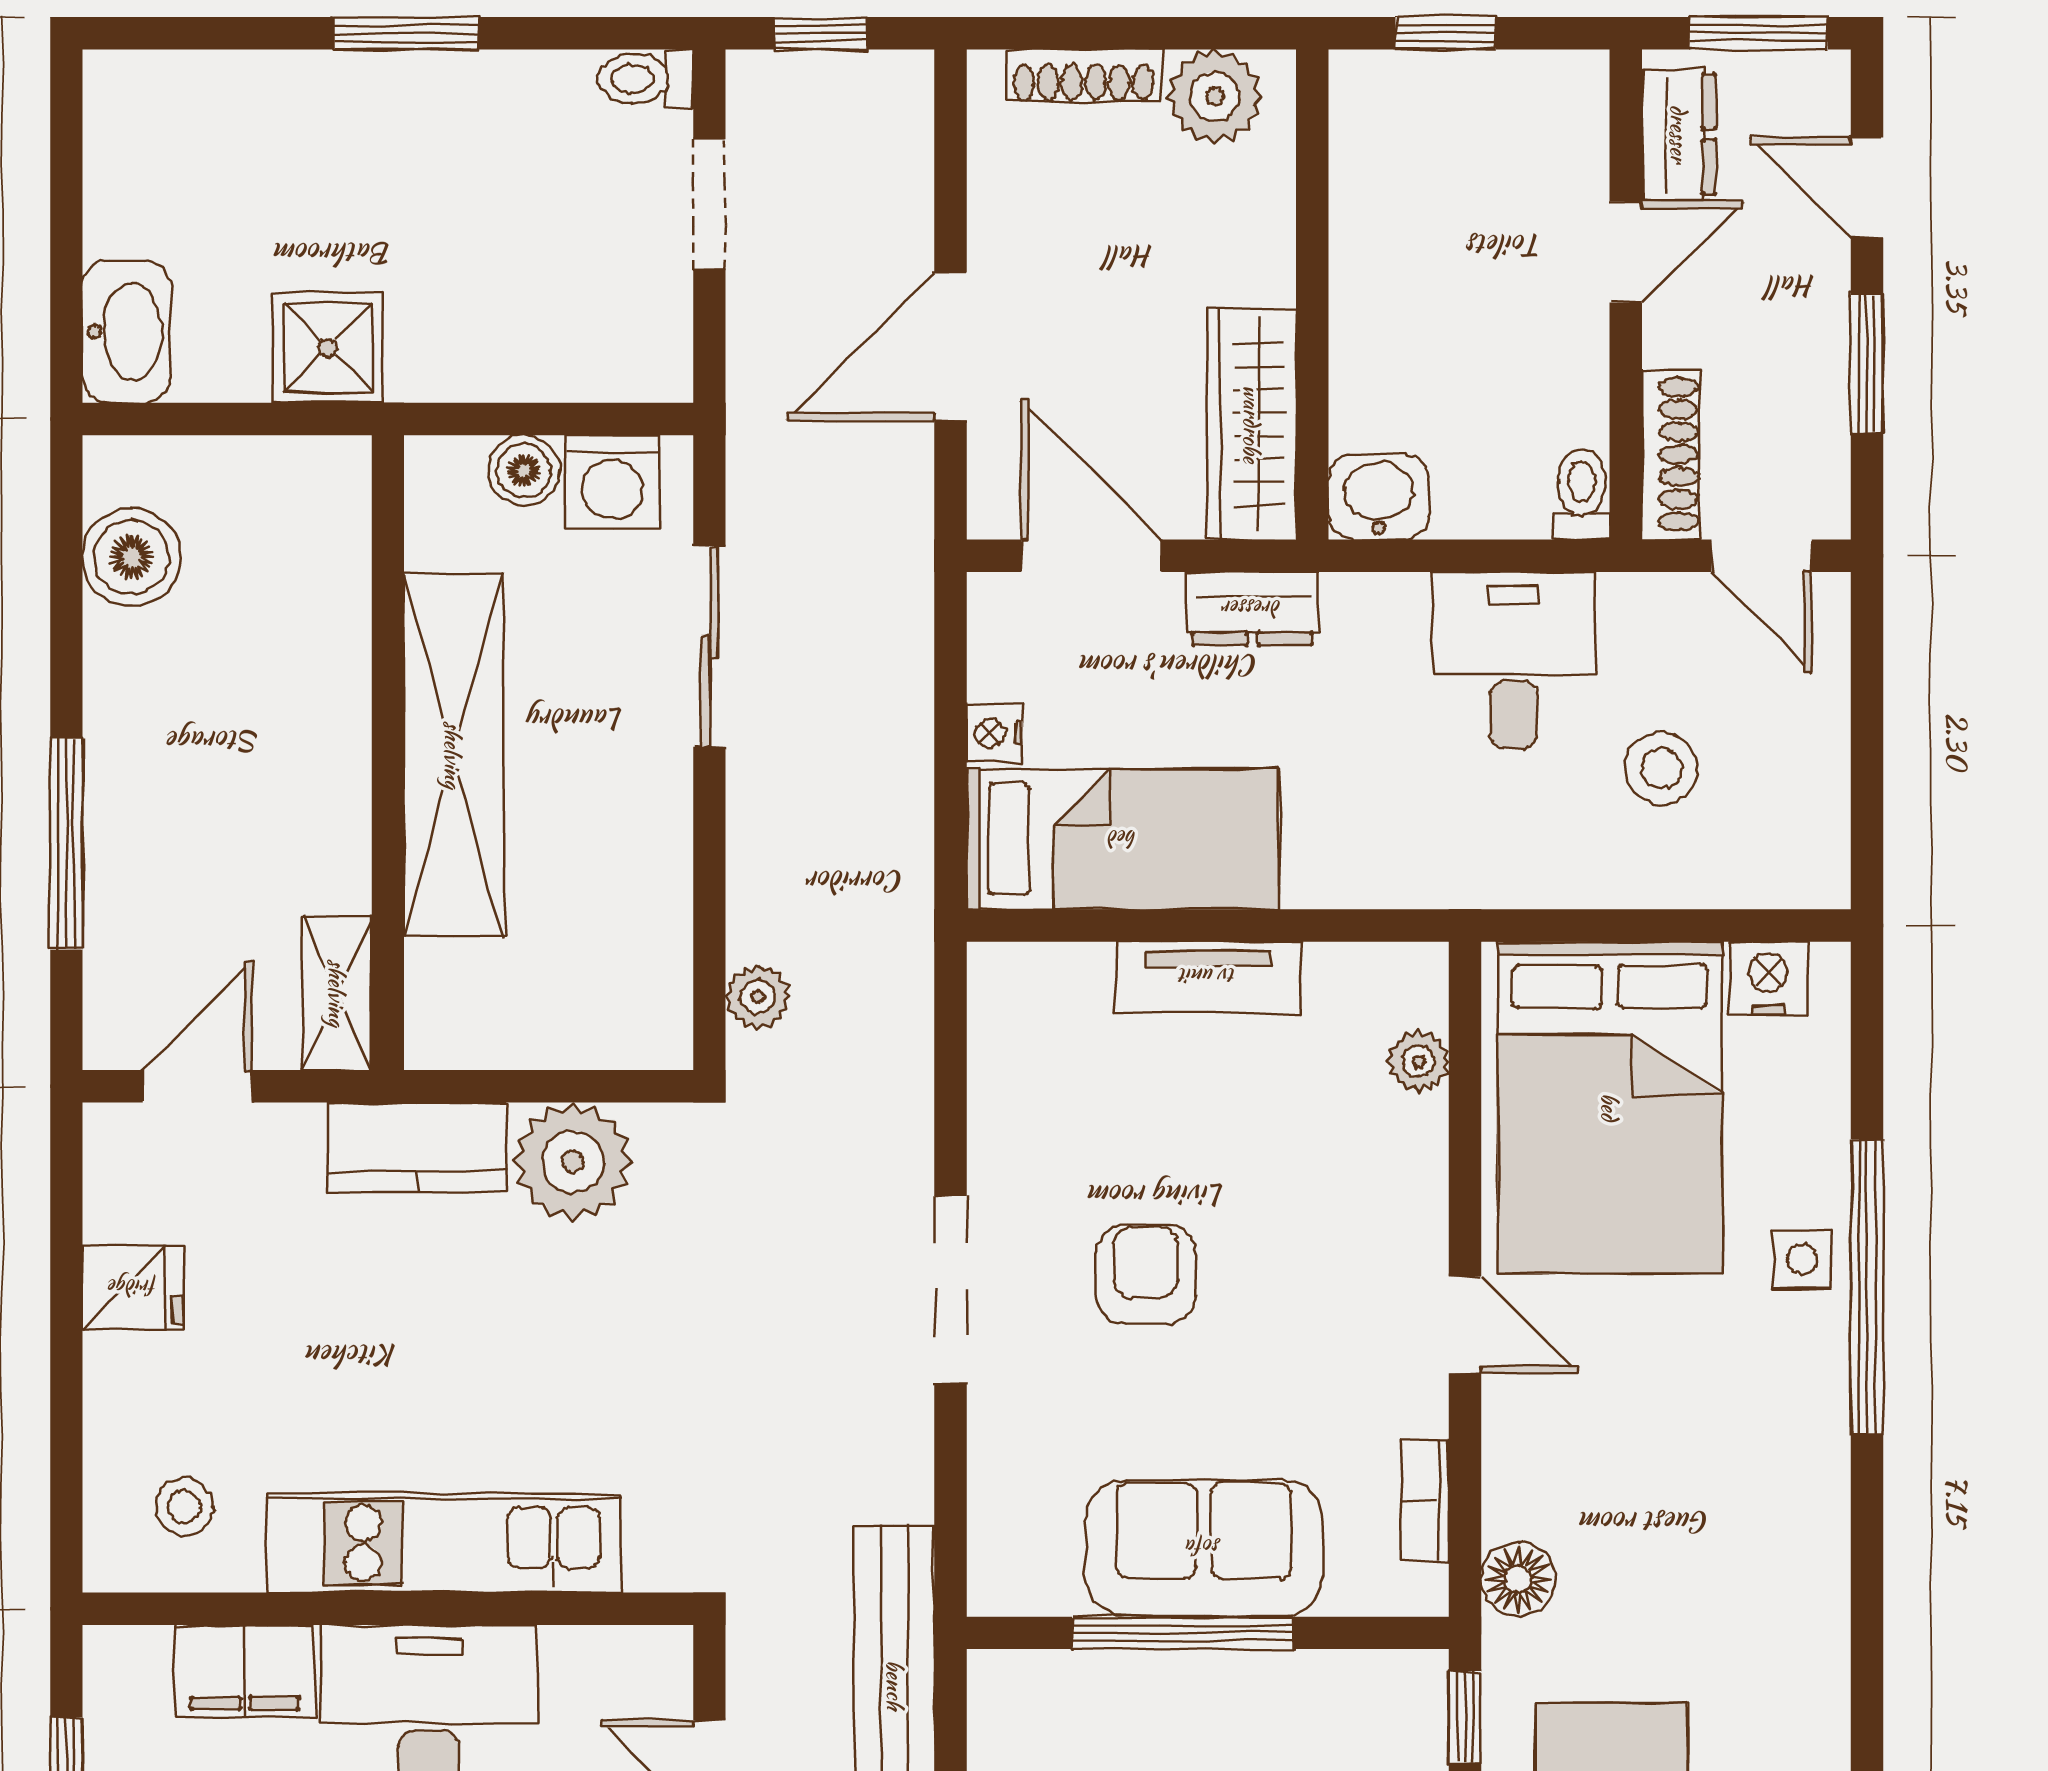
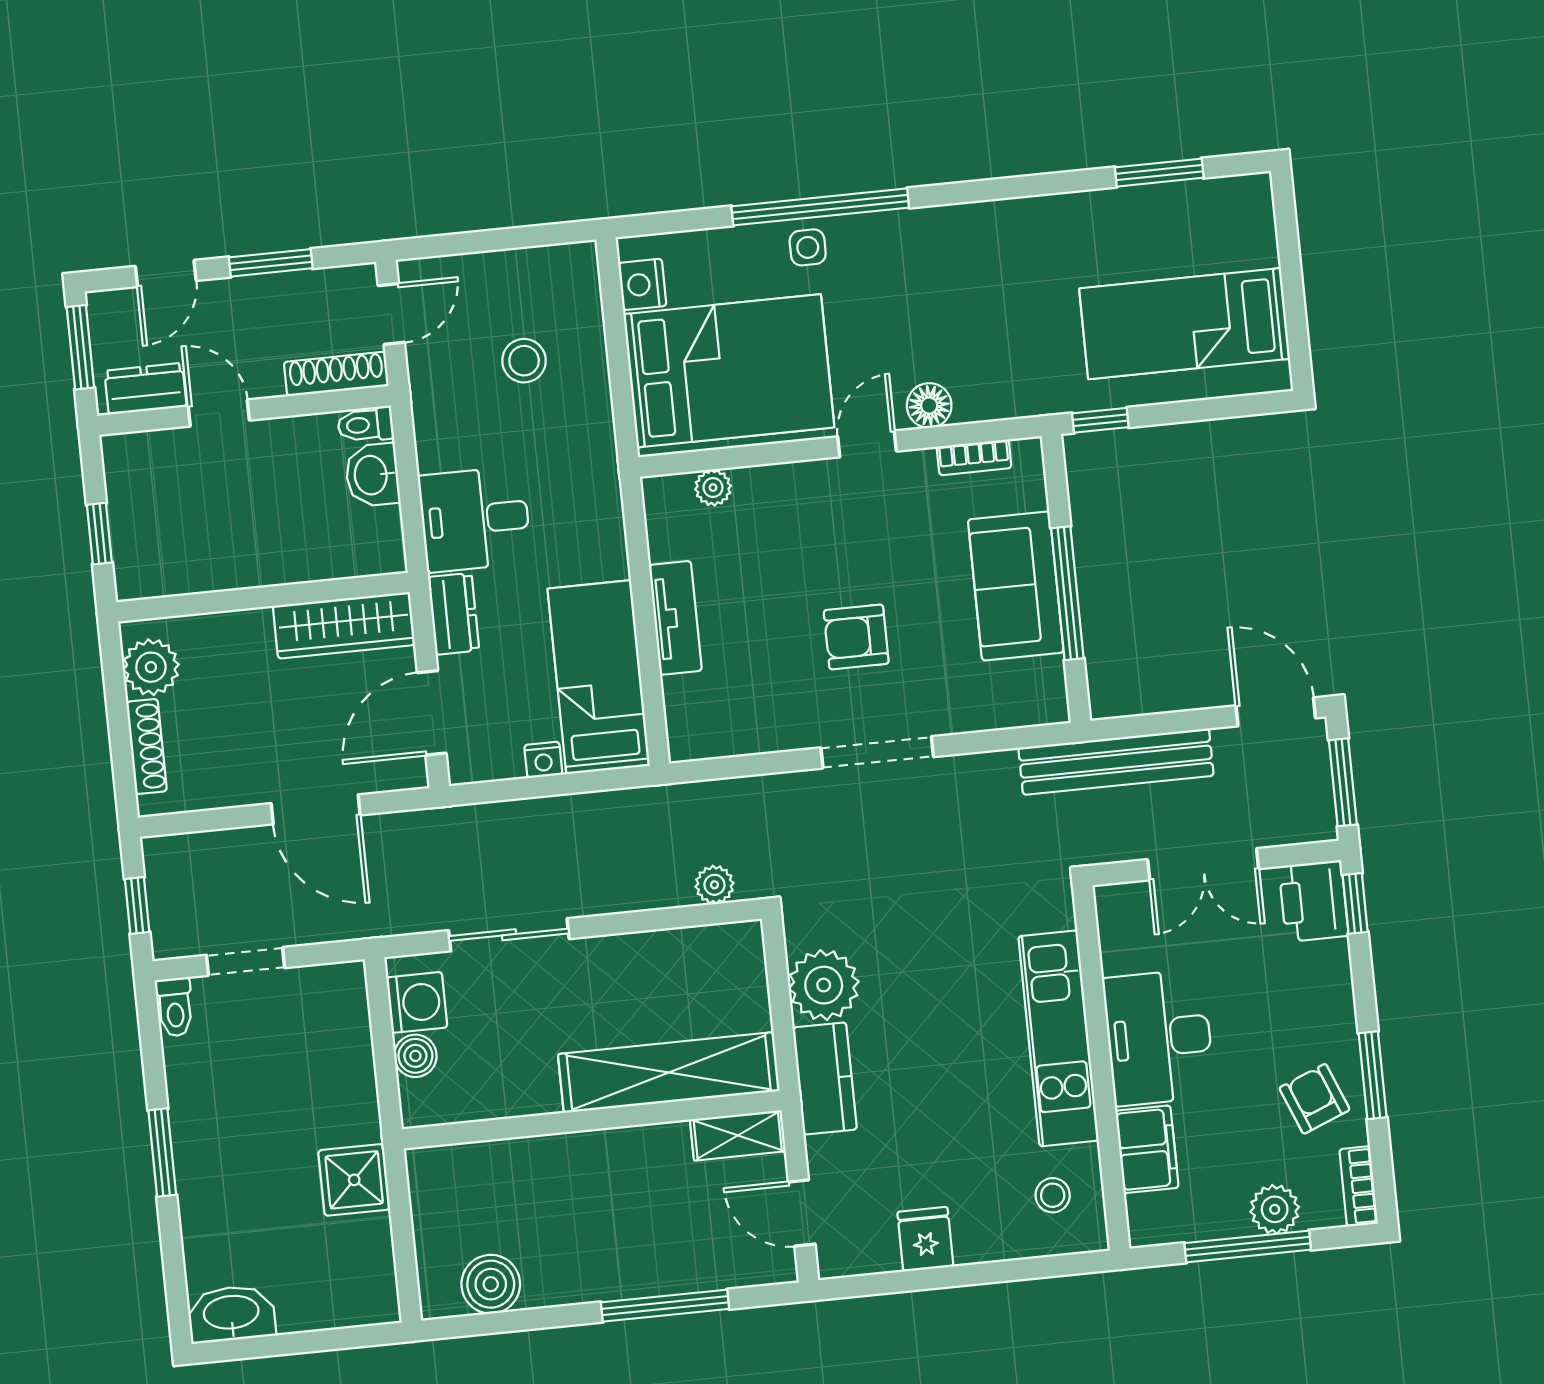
washbasin: (126, 331) -> (231, 1314), moved
washbasin: (1379, 497) -> (372, 475), moved
desk: (1513, 660) -> (475, 519), moved
shelving: (453, 755) -> (669, 1072), moved
floor lamp: (1518, 1579) -> (929, 406), moved

